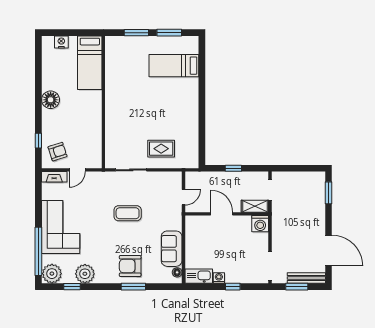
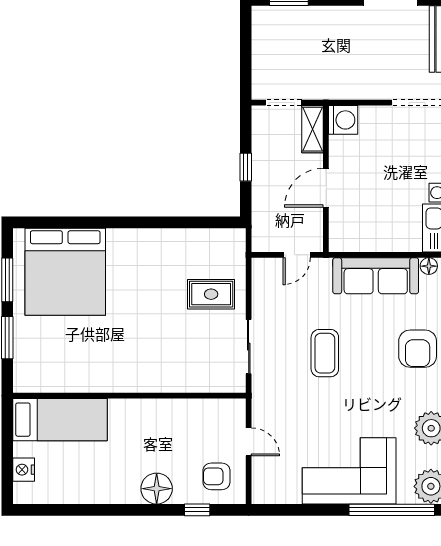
bed: (174, 66) -> (65, 272), width x2.04
floor lamp: (51, 100) -> (157, 489), moved
rug: (161, 149) -> (211, 294), turned 90
armchair: (58, 152) -> (216, 476), turned -72
fireplace: (54, 177) -> (261, 482), removed
door: (183, 197) -> (297, 255), swing flipped
sofa: (172, 249) -> (376, 276), width x1.36

